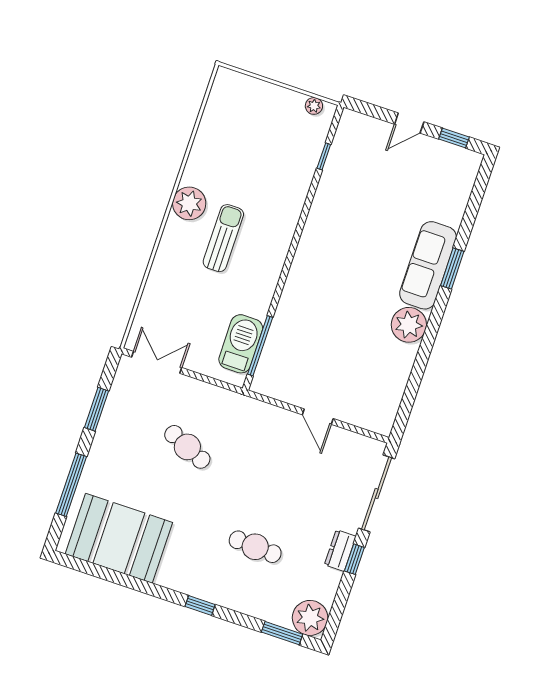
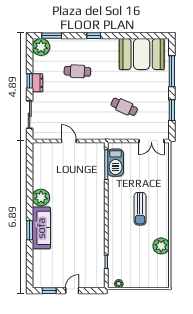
plant: (189, 203) -> (161, 246), moved
sliding door: (377, 493) -> (30, 115), width x0.73

